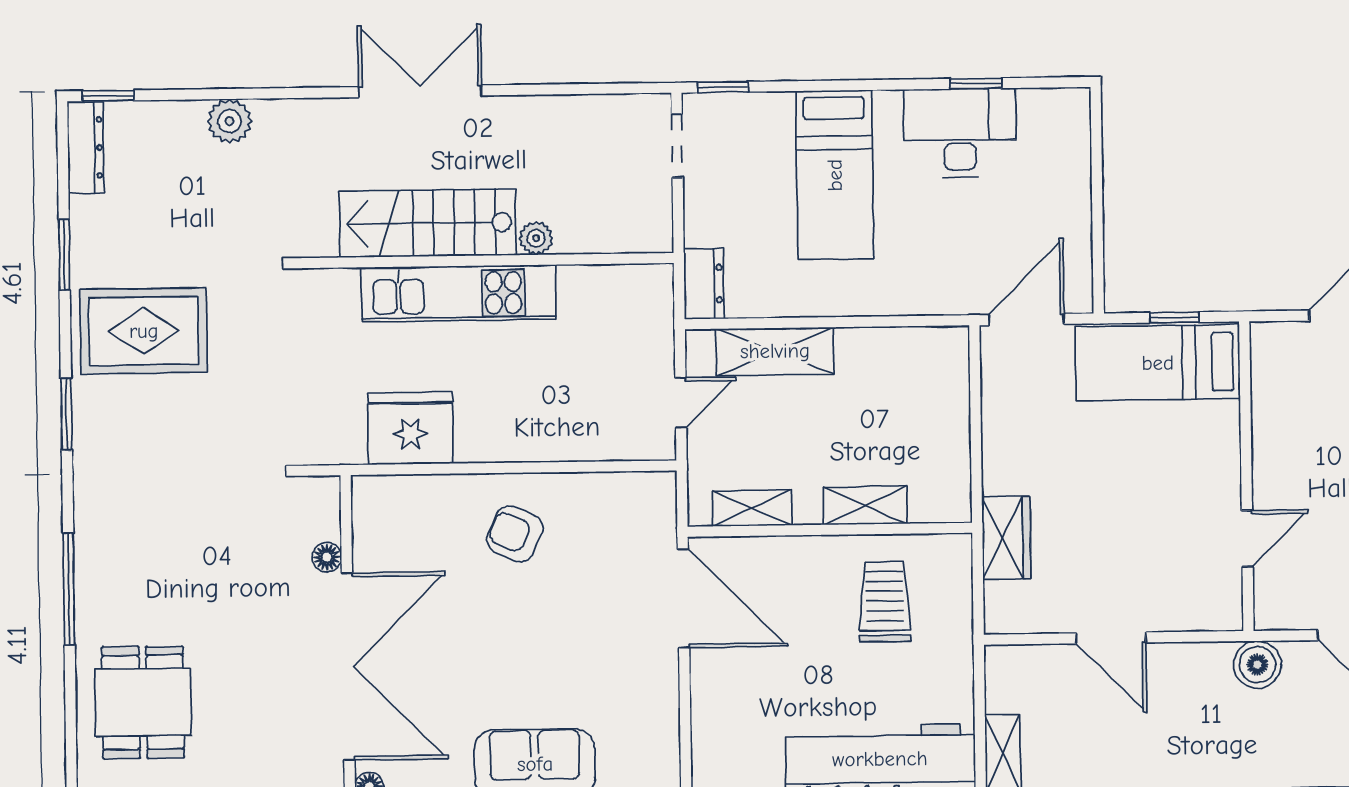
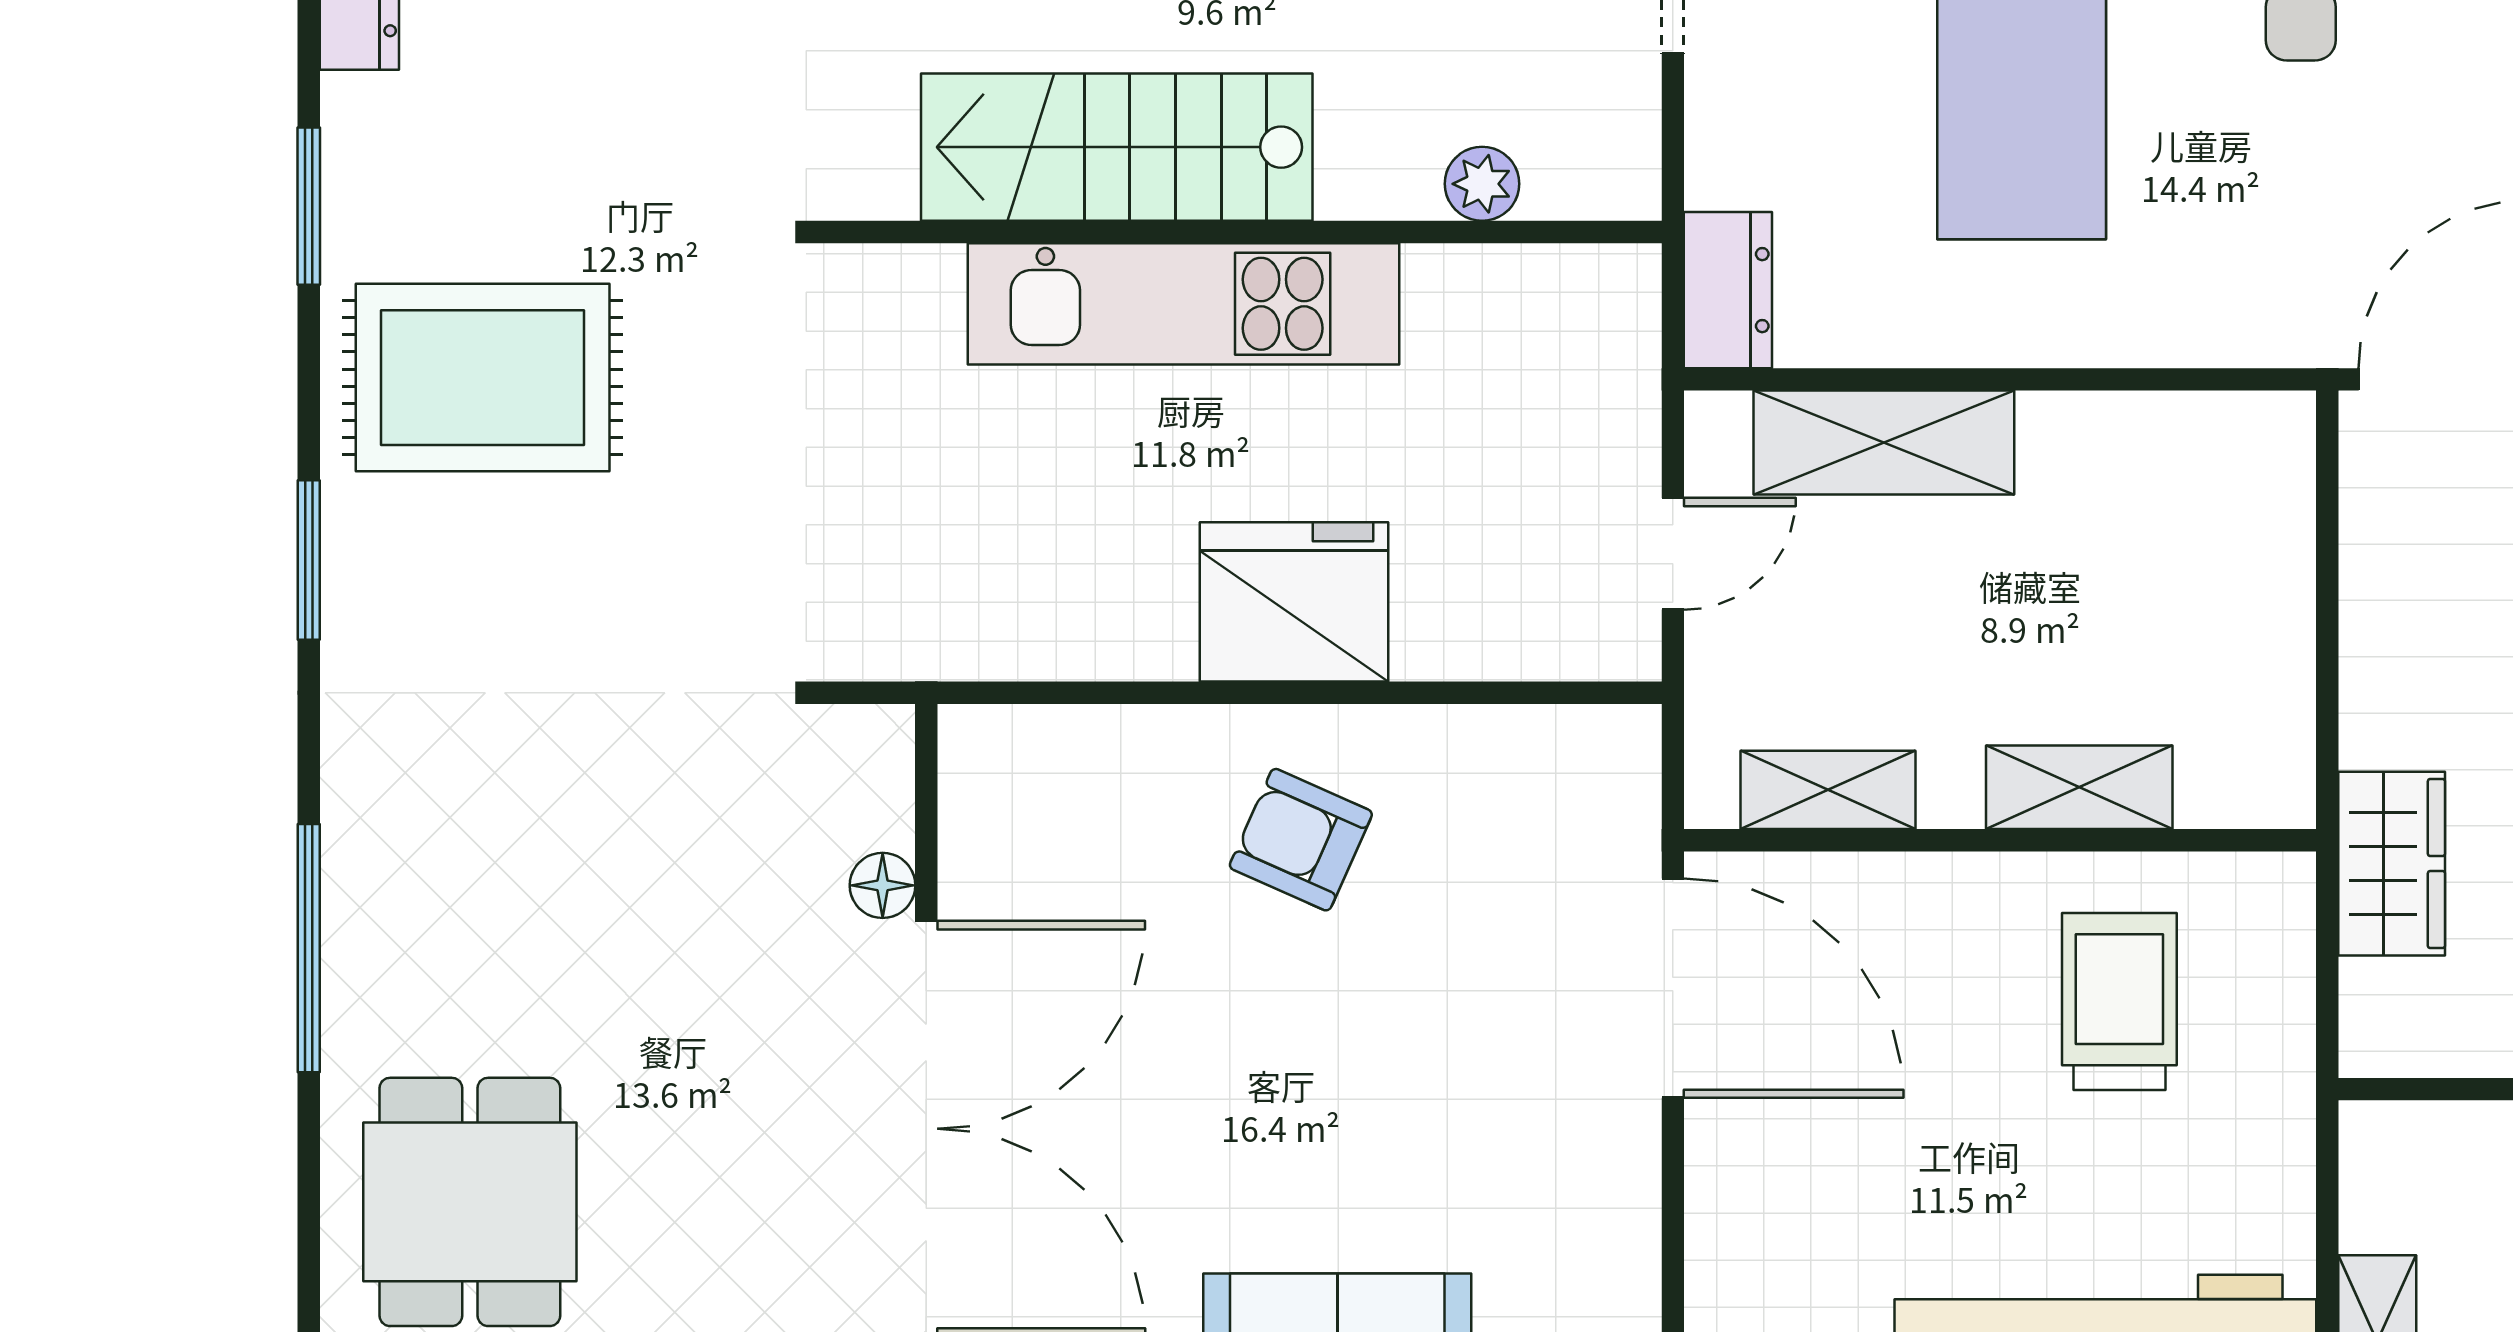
plant: (536, 238) -> (1482, 184), moved
fridge: (410, 428) -> (1294, 602), moved

